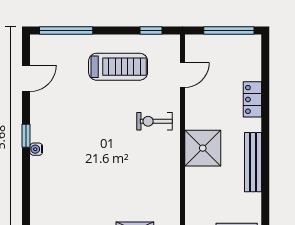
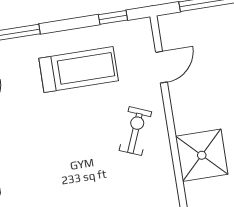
exercise bike: (154, 121) -> (135, 131), turned 112

